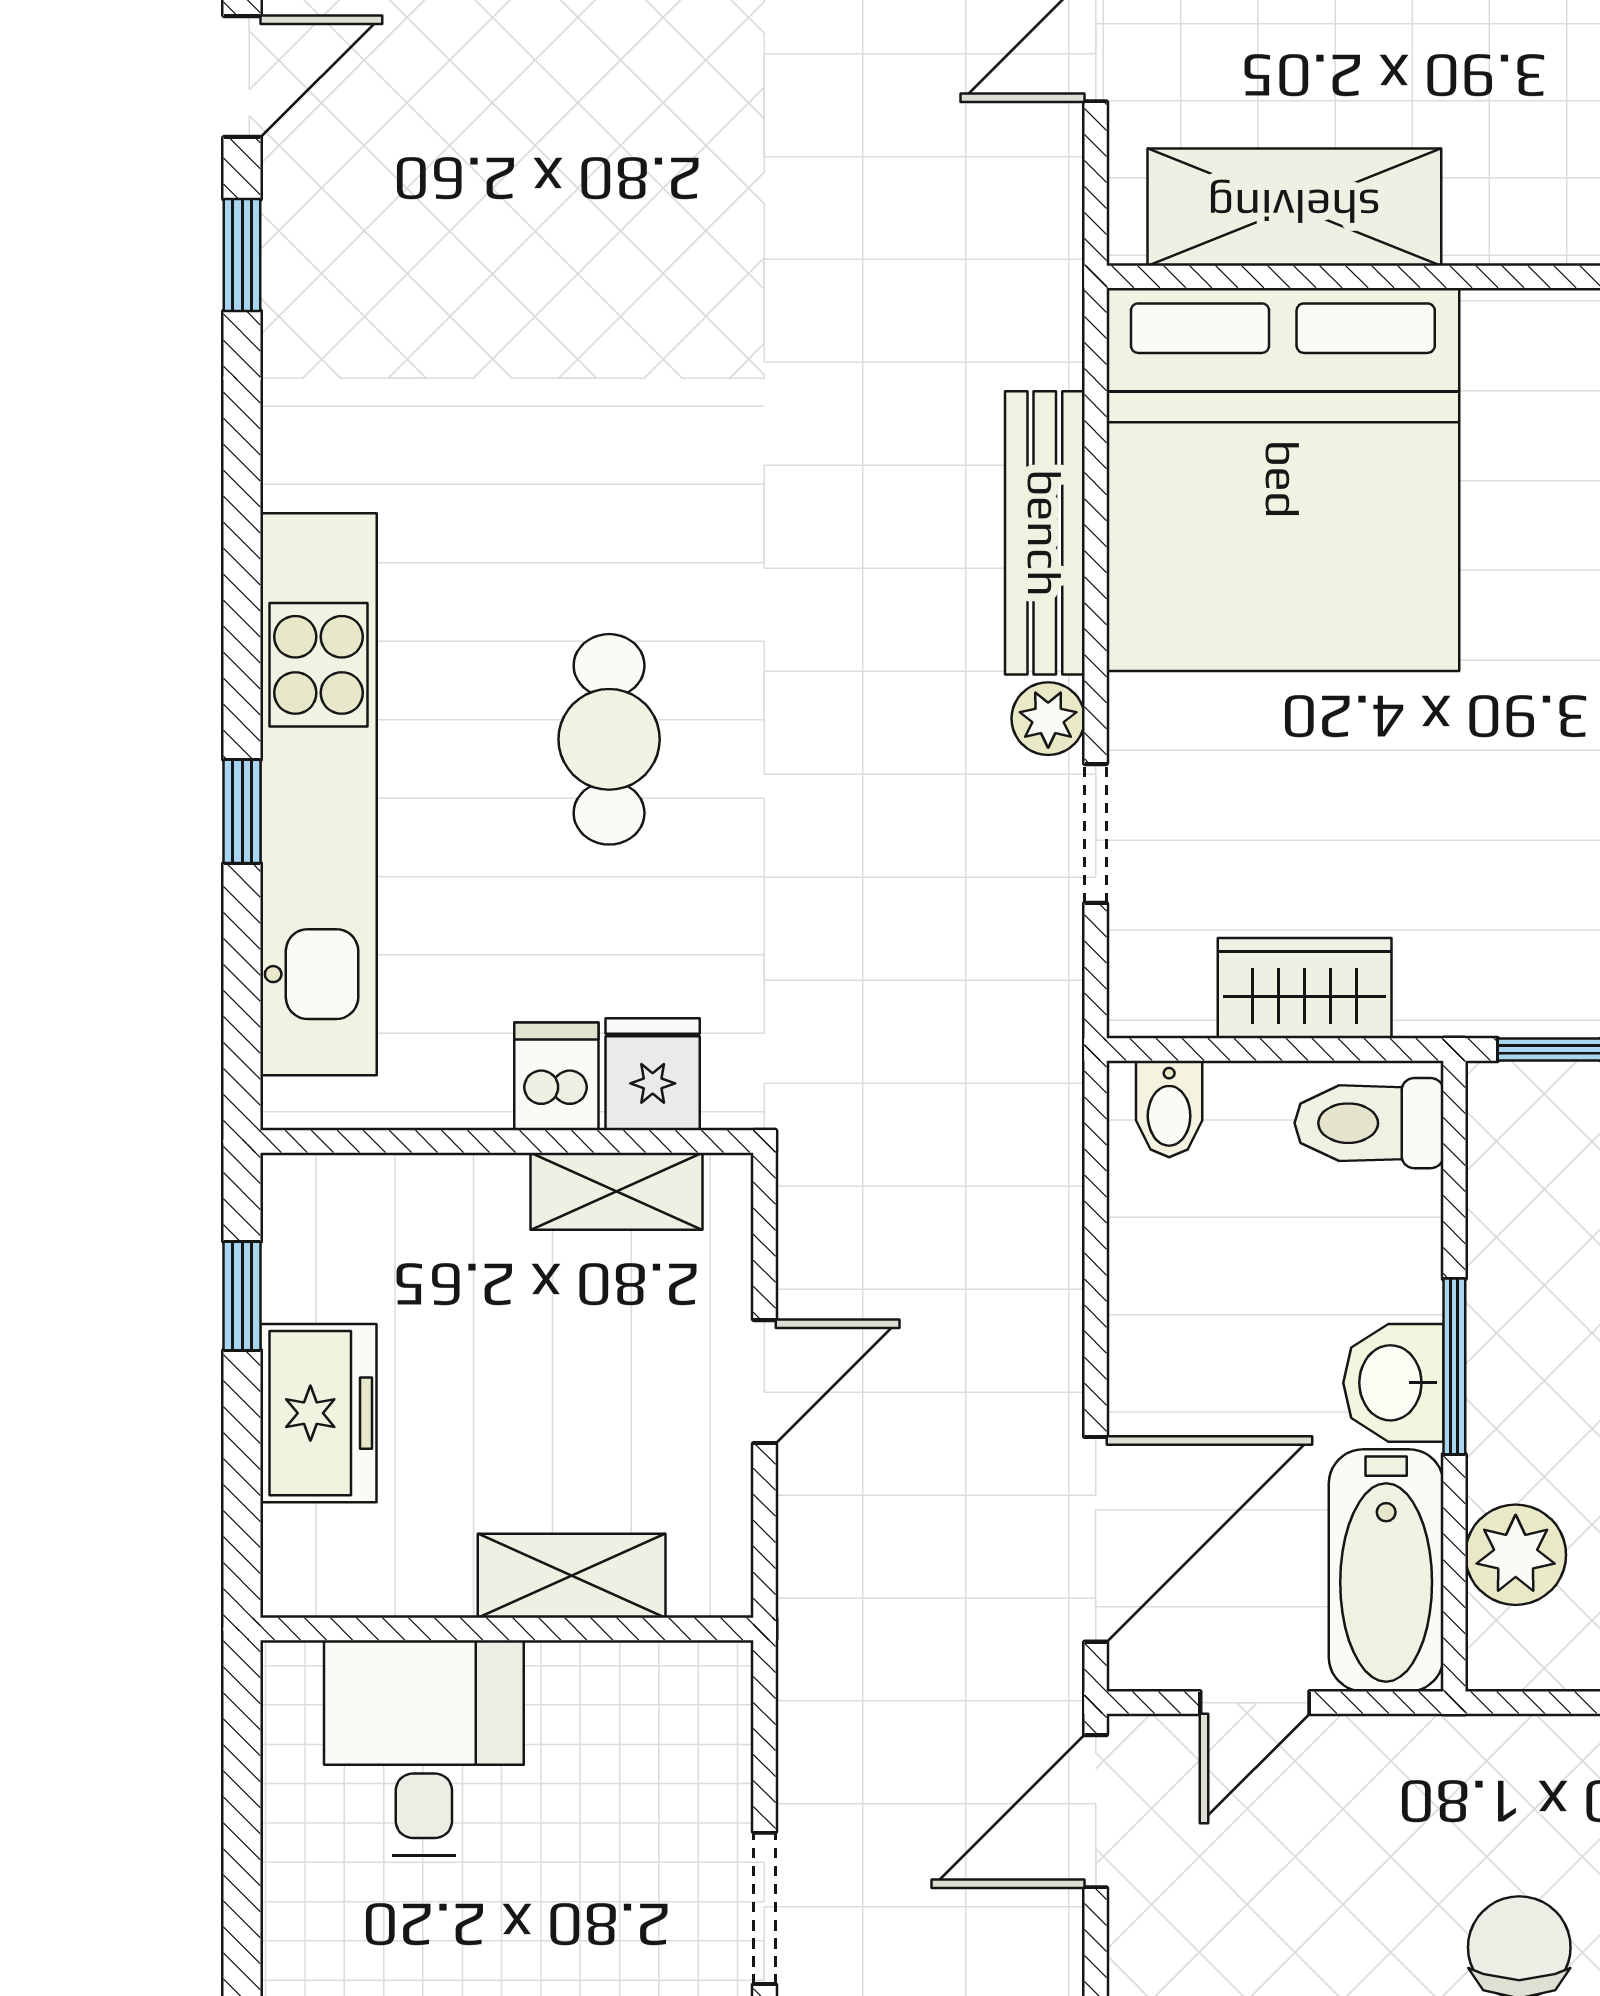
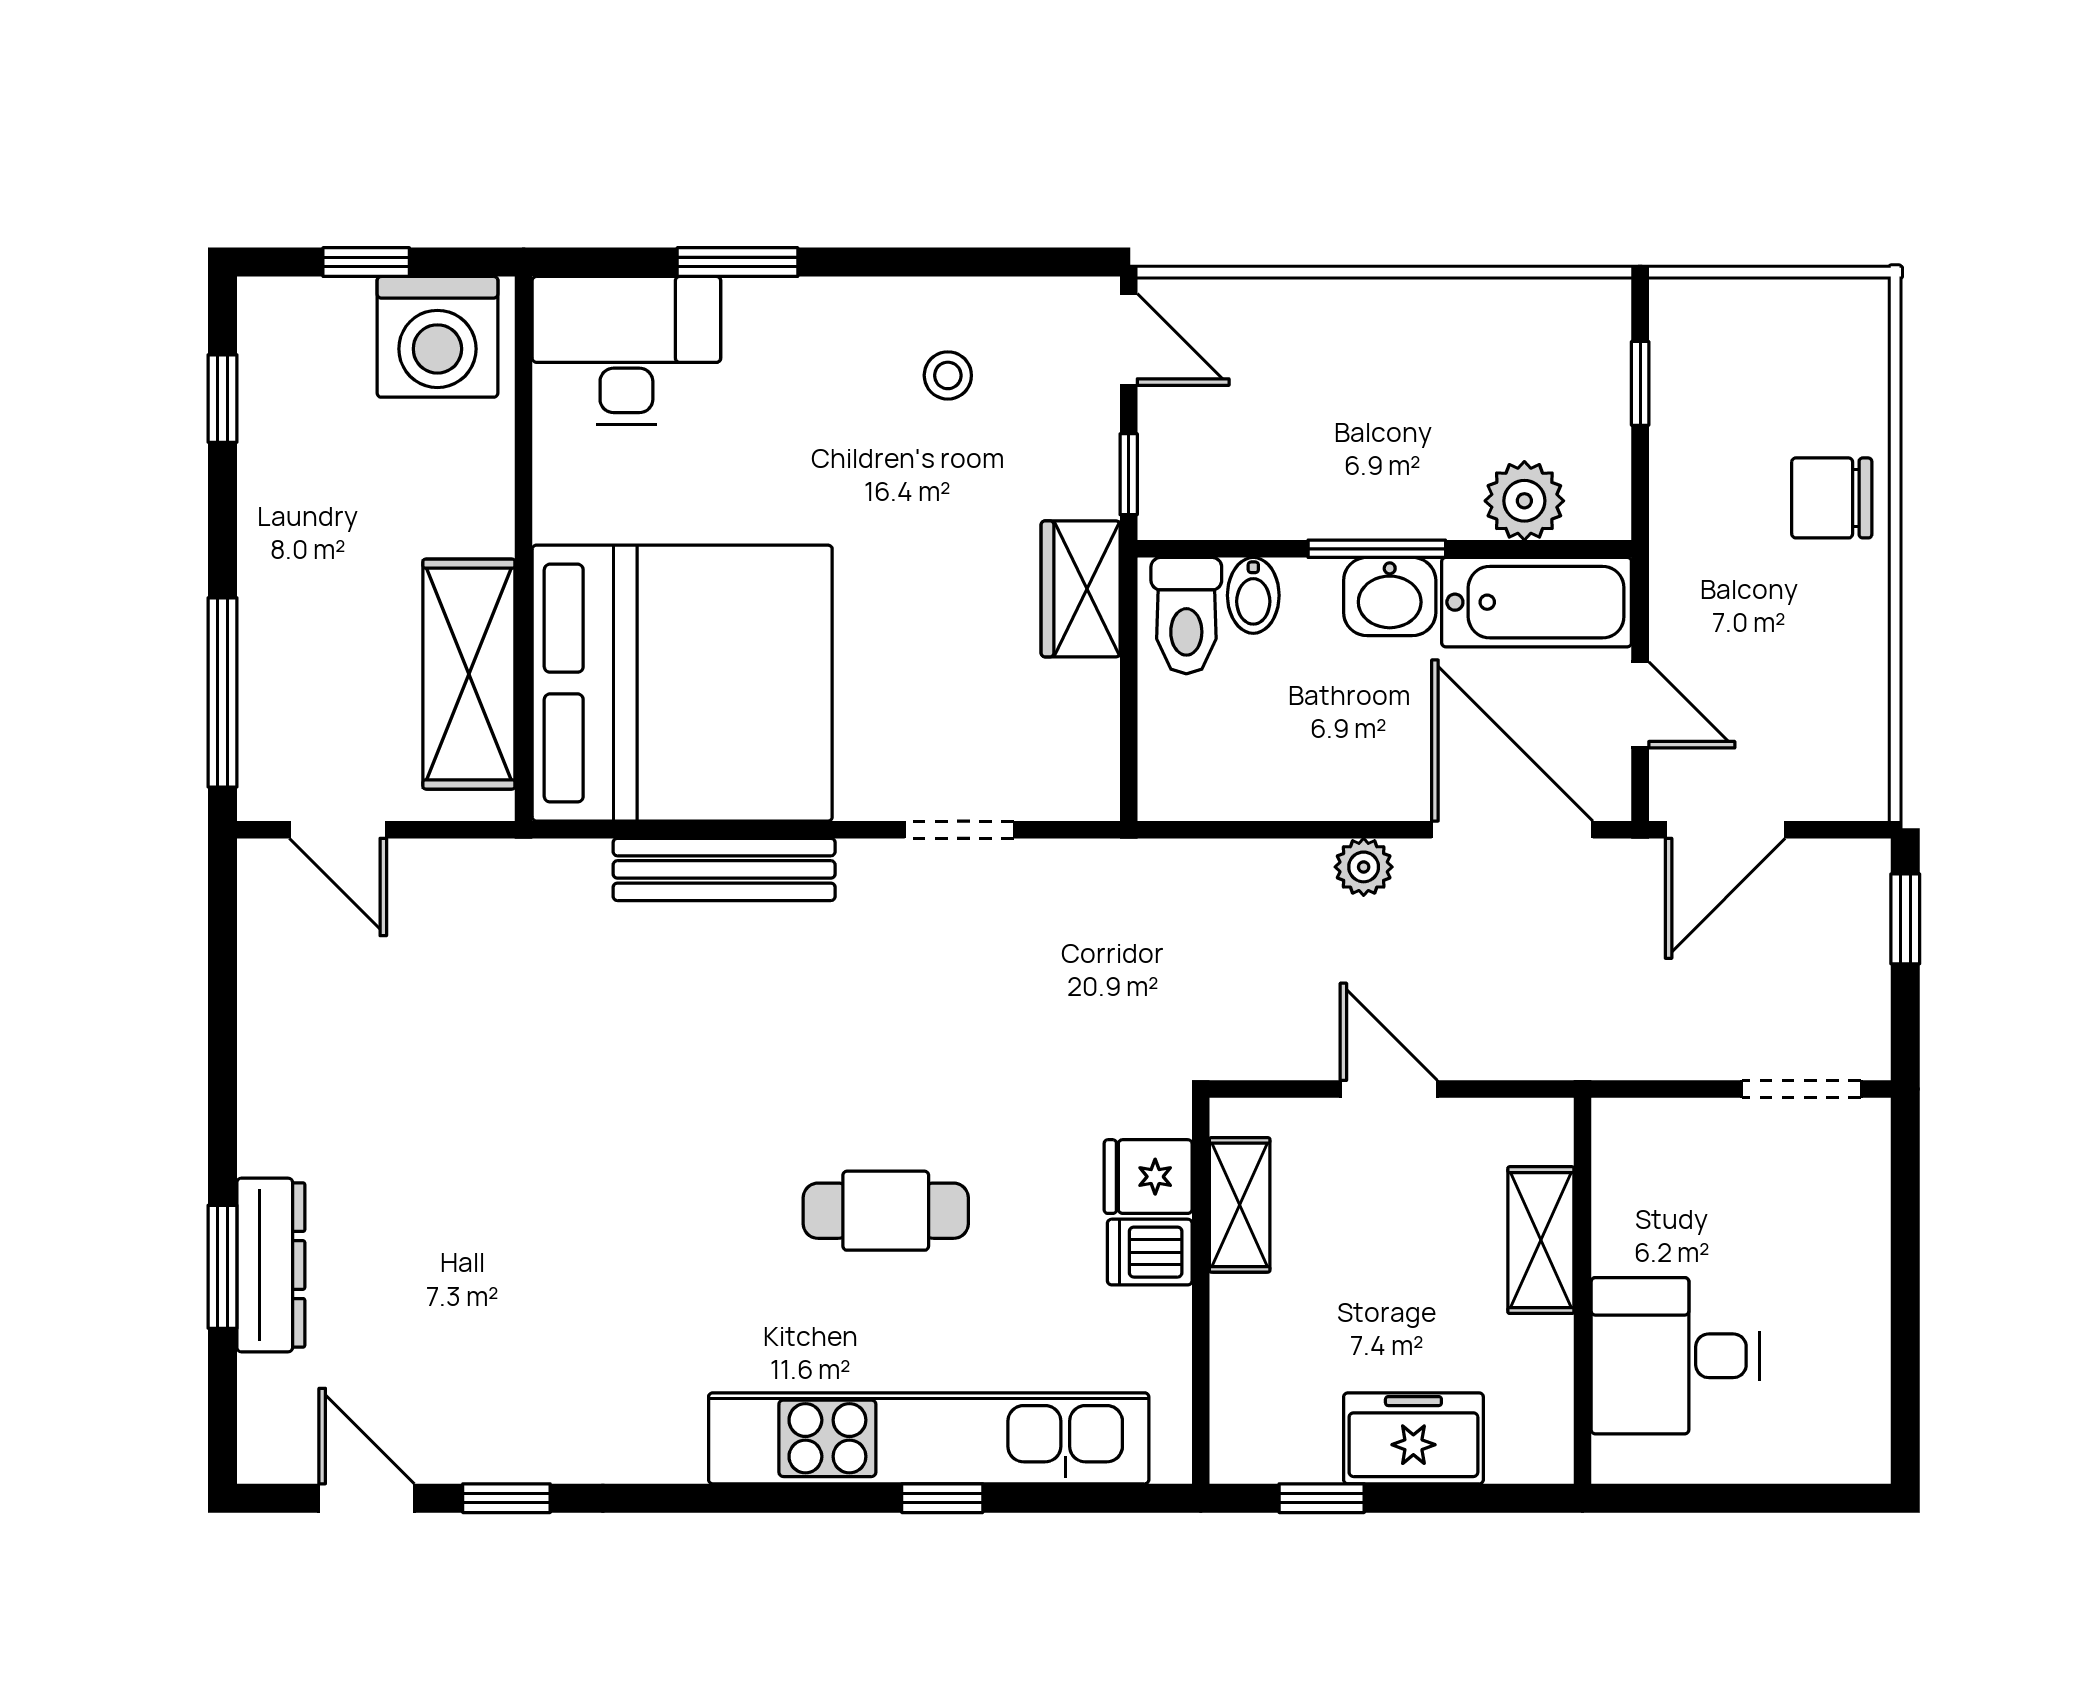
plant: (1048, 719) -> (1364, 867), moved
wardrobe: (1305, 988) -> (1081, 589), moved
bidet: (1169, 1109) -> (1253, 595), moved, turned 90
door: (1096, 1811) -> (1725, 830), hinge flipped

